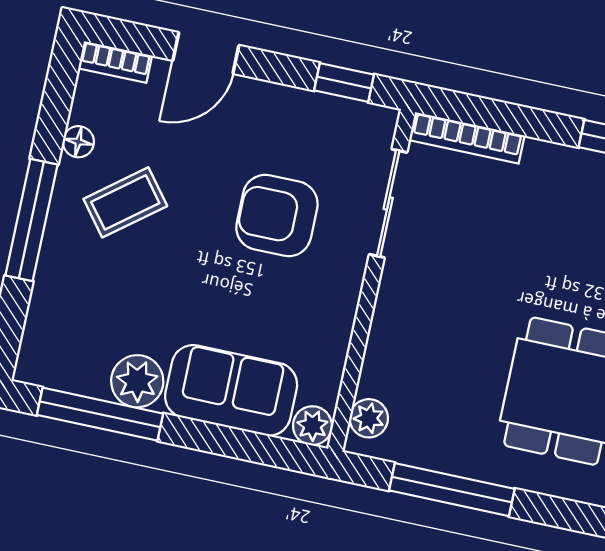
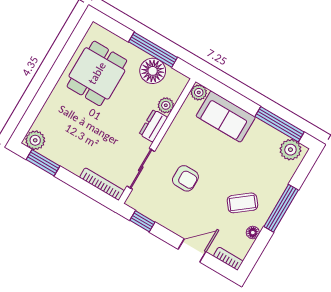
armchair: (277, 216) -> (185, 178), width x0.72, depth x0.72
dresser: (392, 313) -> (153, 126), added
plant: (137, 381) -> (290, 150), moved
plant: (369, 418) -> (166, 105), moved
floor lamp: (436, 440) -> (153, 71), added

